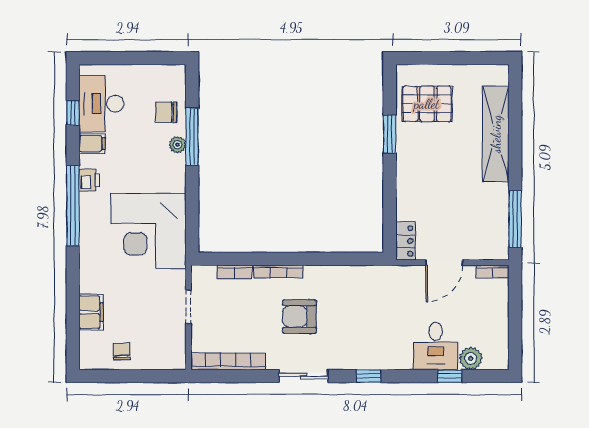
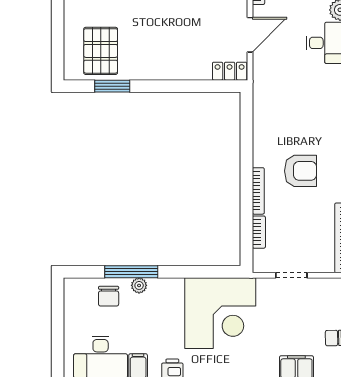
window: (390, 134) -> (112, 86), moved
door: (444, 263) -> (250, 35), hinge flipped
armchair: (299, 316) -> (301, 171), turned -90

